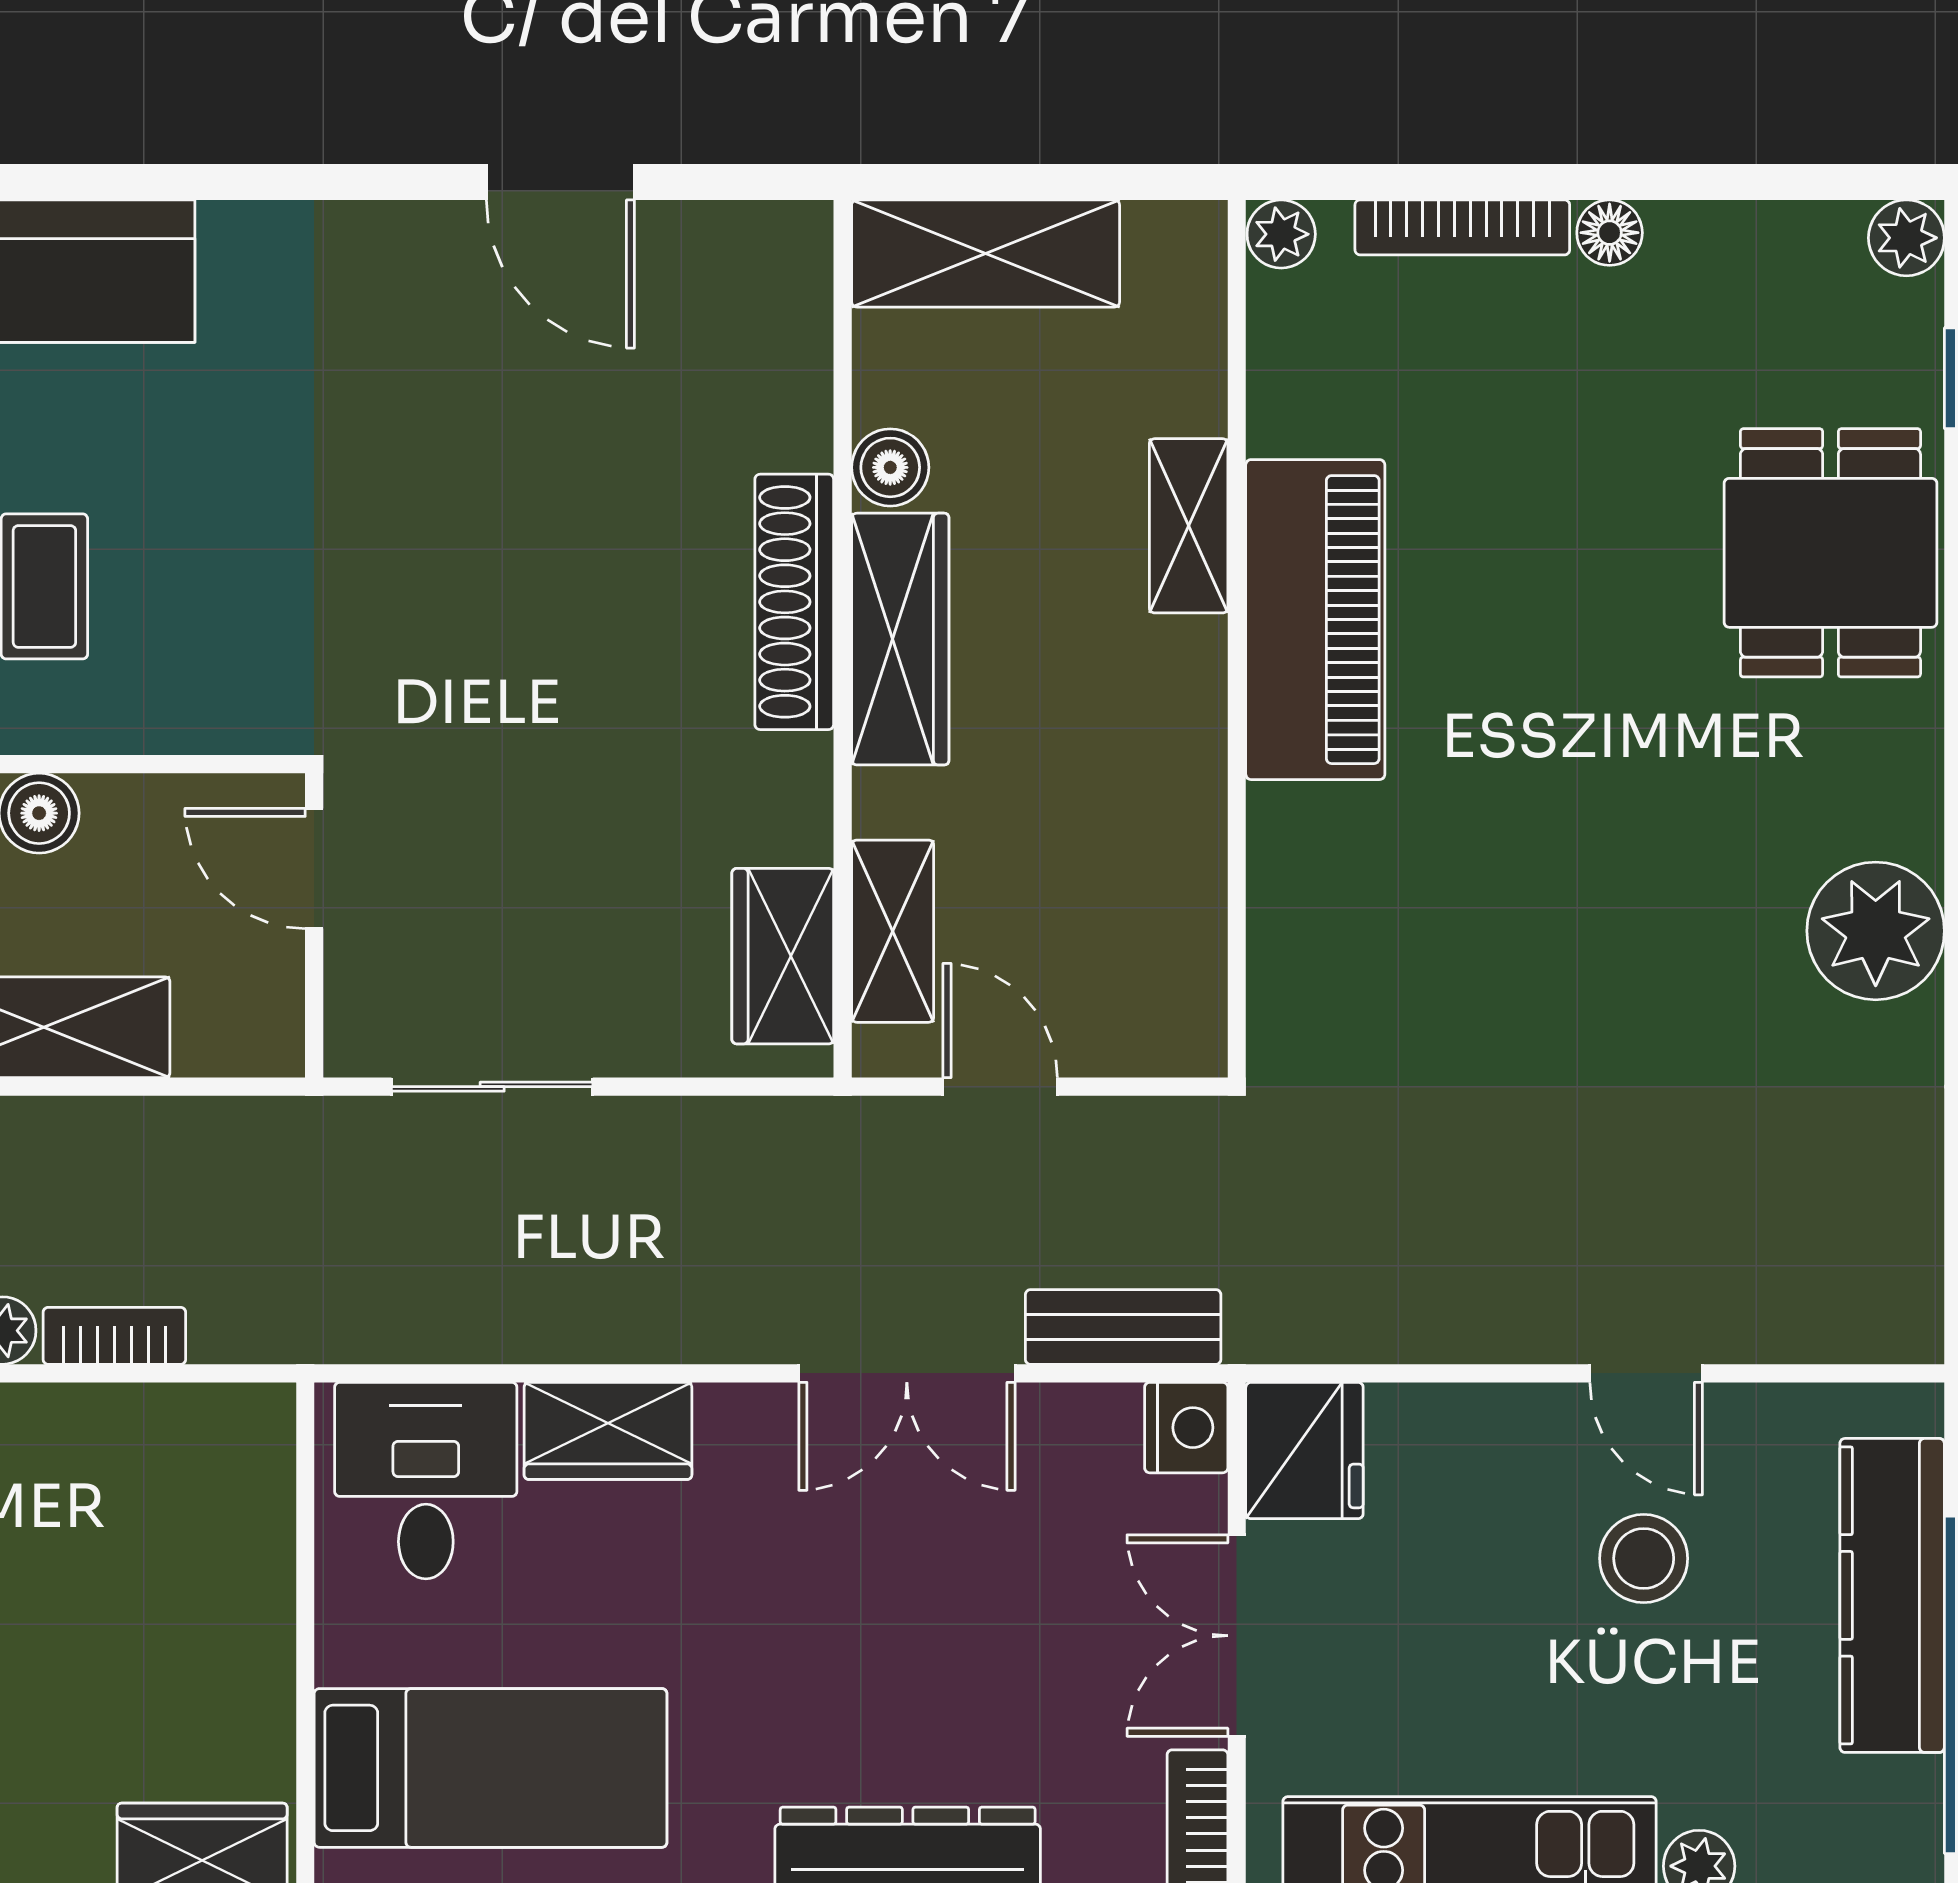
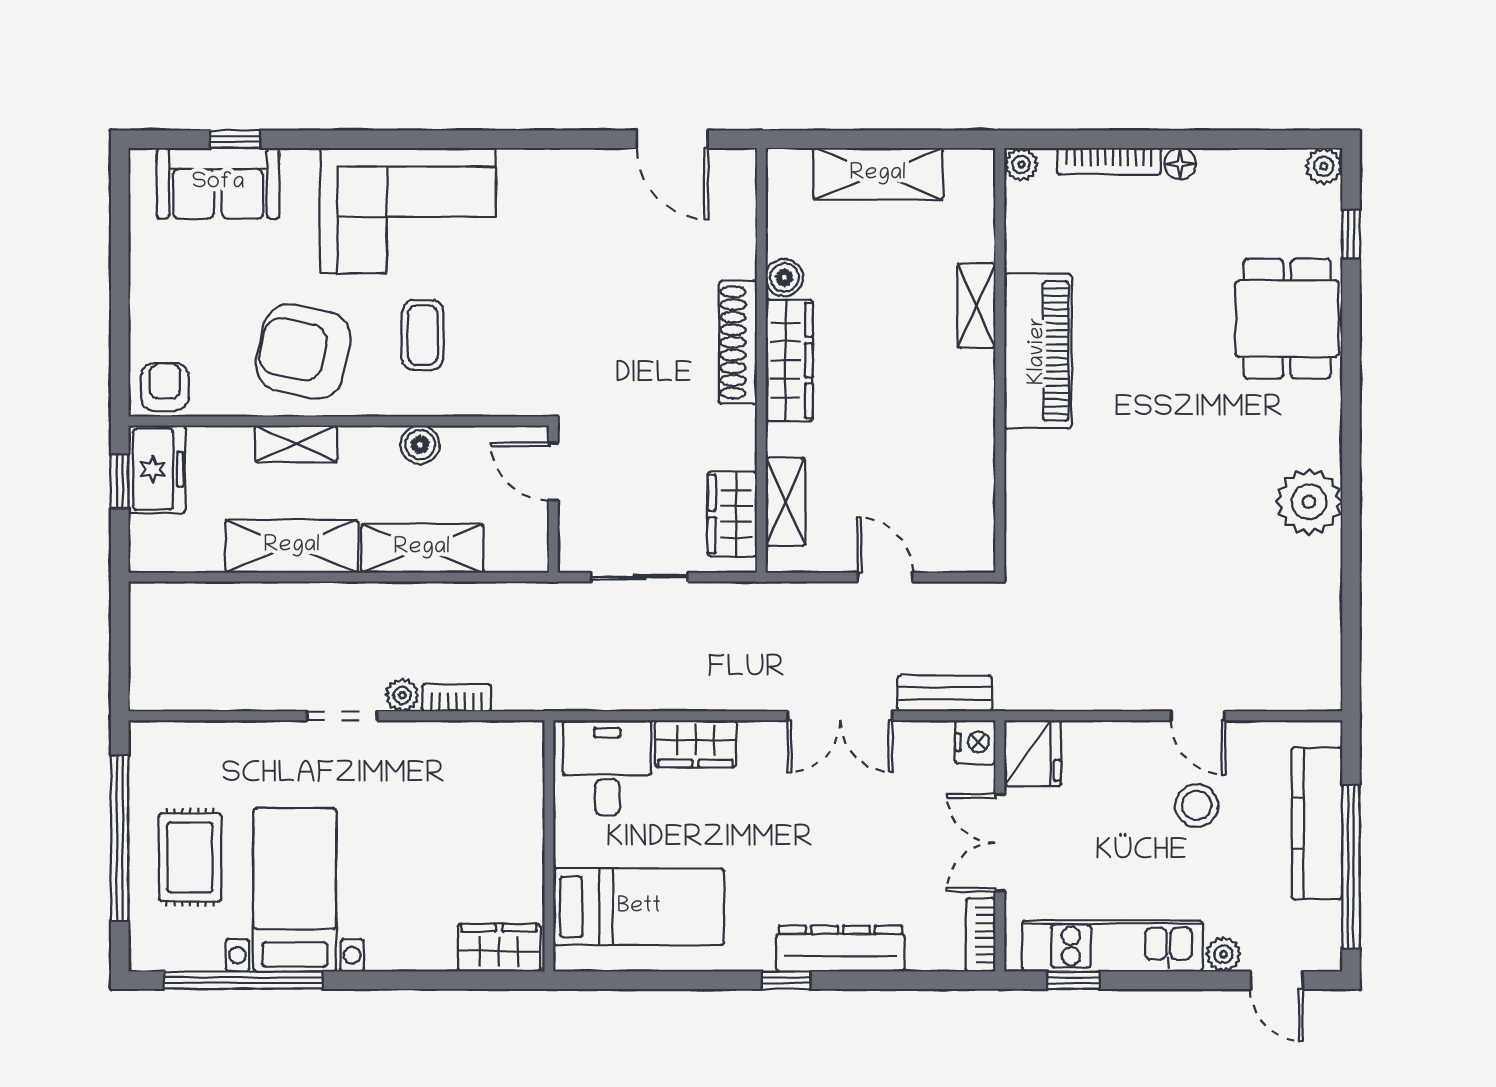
boiler: (890, 467) -> (784, 277), moved
shoe rack: (794, 602) -> (738, 342), moved
wall: (843, 639) -> (761, 360), moved
wardrobe: (900, 639) -> (789, 360), moved
shelving: (893, 931) -> (786, 502), moved
wardrobe: (783, 956) -> (732, 514), moved

